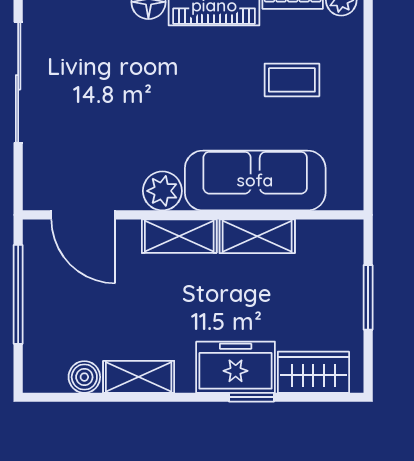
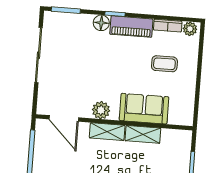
sofa: (255, 180) -> (144, 109), width x0.73

